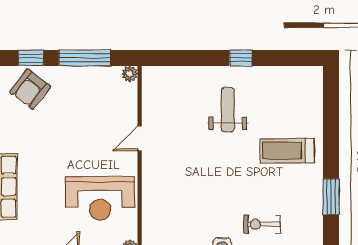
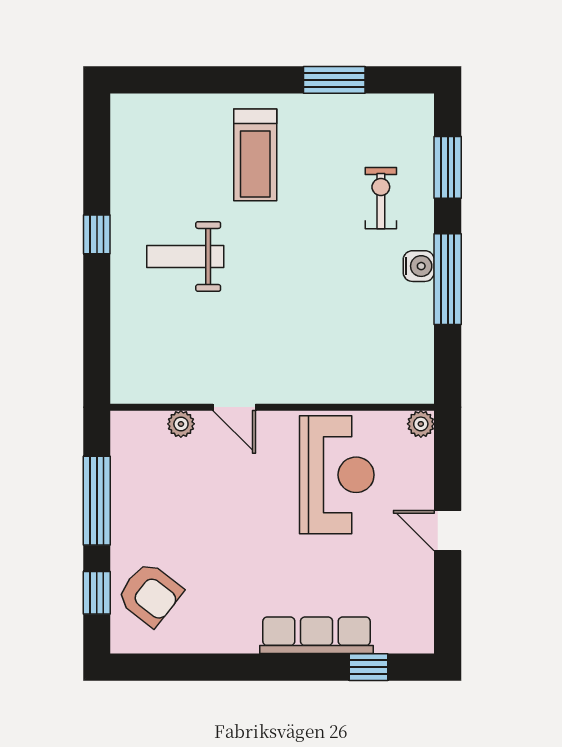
plant: (130, 74) -> (181, 424), moved
exercise bike: (262, 224) -> (381, 198), turned 180

